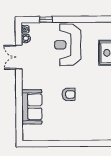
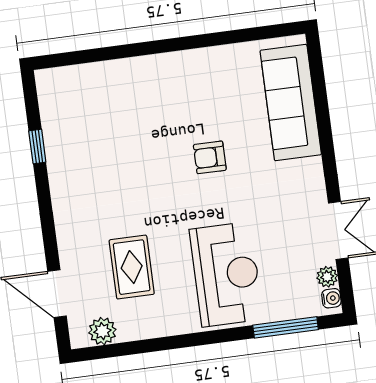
window: (46, 19) -> (286, 327), width x2.17
sofa: (32, 107) -> (291, 103), width x1.36

